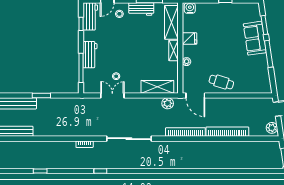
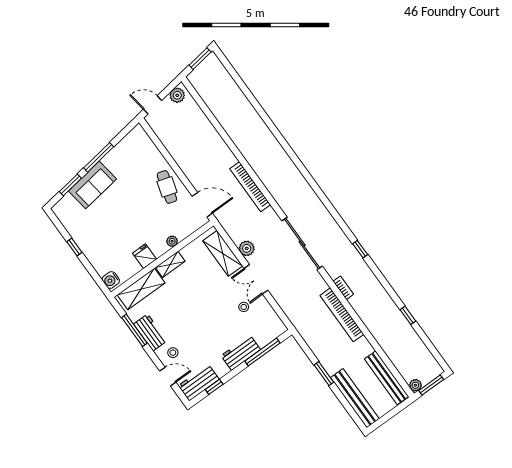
double door: (112, 95) -> (256, 279), moved
door: (195, 95) -> (202, 205), hinge flipped
plant: (168, 103) -> (247, 248), moved
bookcase: (227, 132) -> (342, 315), moved

